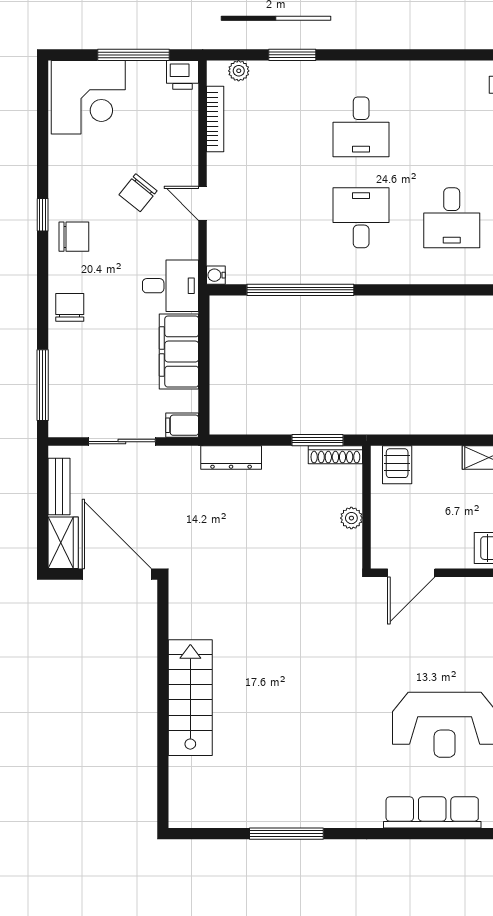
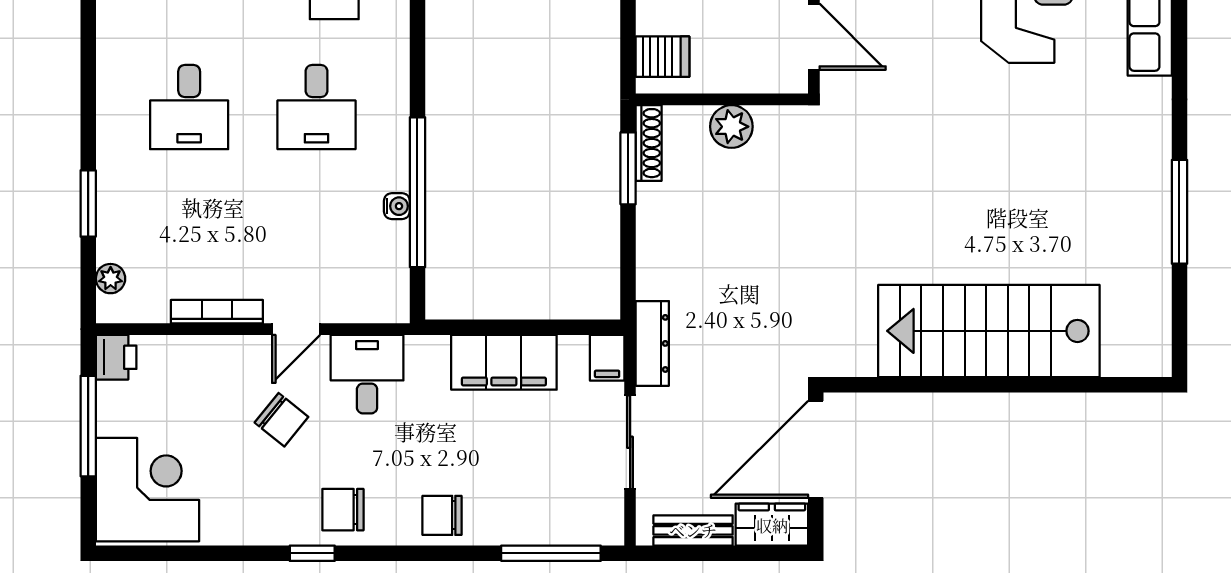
bookcase: (215, 119) -> (217, 312), moved
desk: (361, 127) -> (189, 107), turned 90
desk: (361, 218) -> (317, 107), turned -90
chair: (74, 237) -> (343, 510), turned -90
water cooler: (216, 275) -> (397, 206), moved, turned -90
desk: (171, 286) -> (367, 374), moved
dresser: (231, 457) -> (652, 343), moved
plant: (351, 518) -> (731, 127), width x1.38, depth x1.38
stairs: (190, 698) -> (989, 331), width x1.36, depth x1.51

